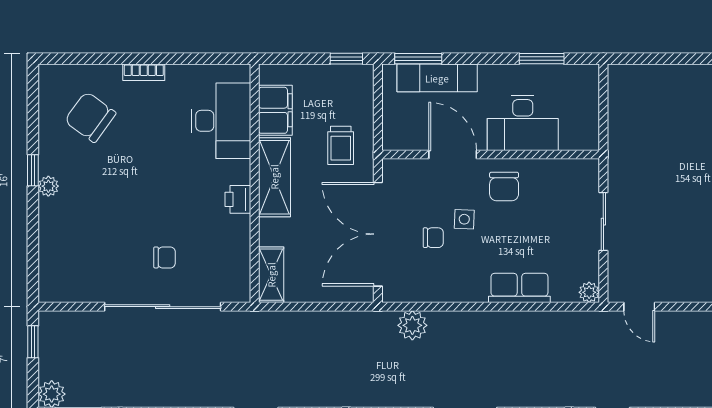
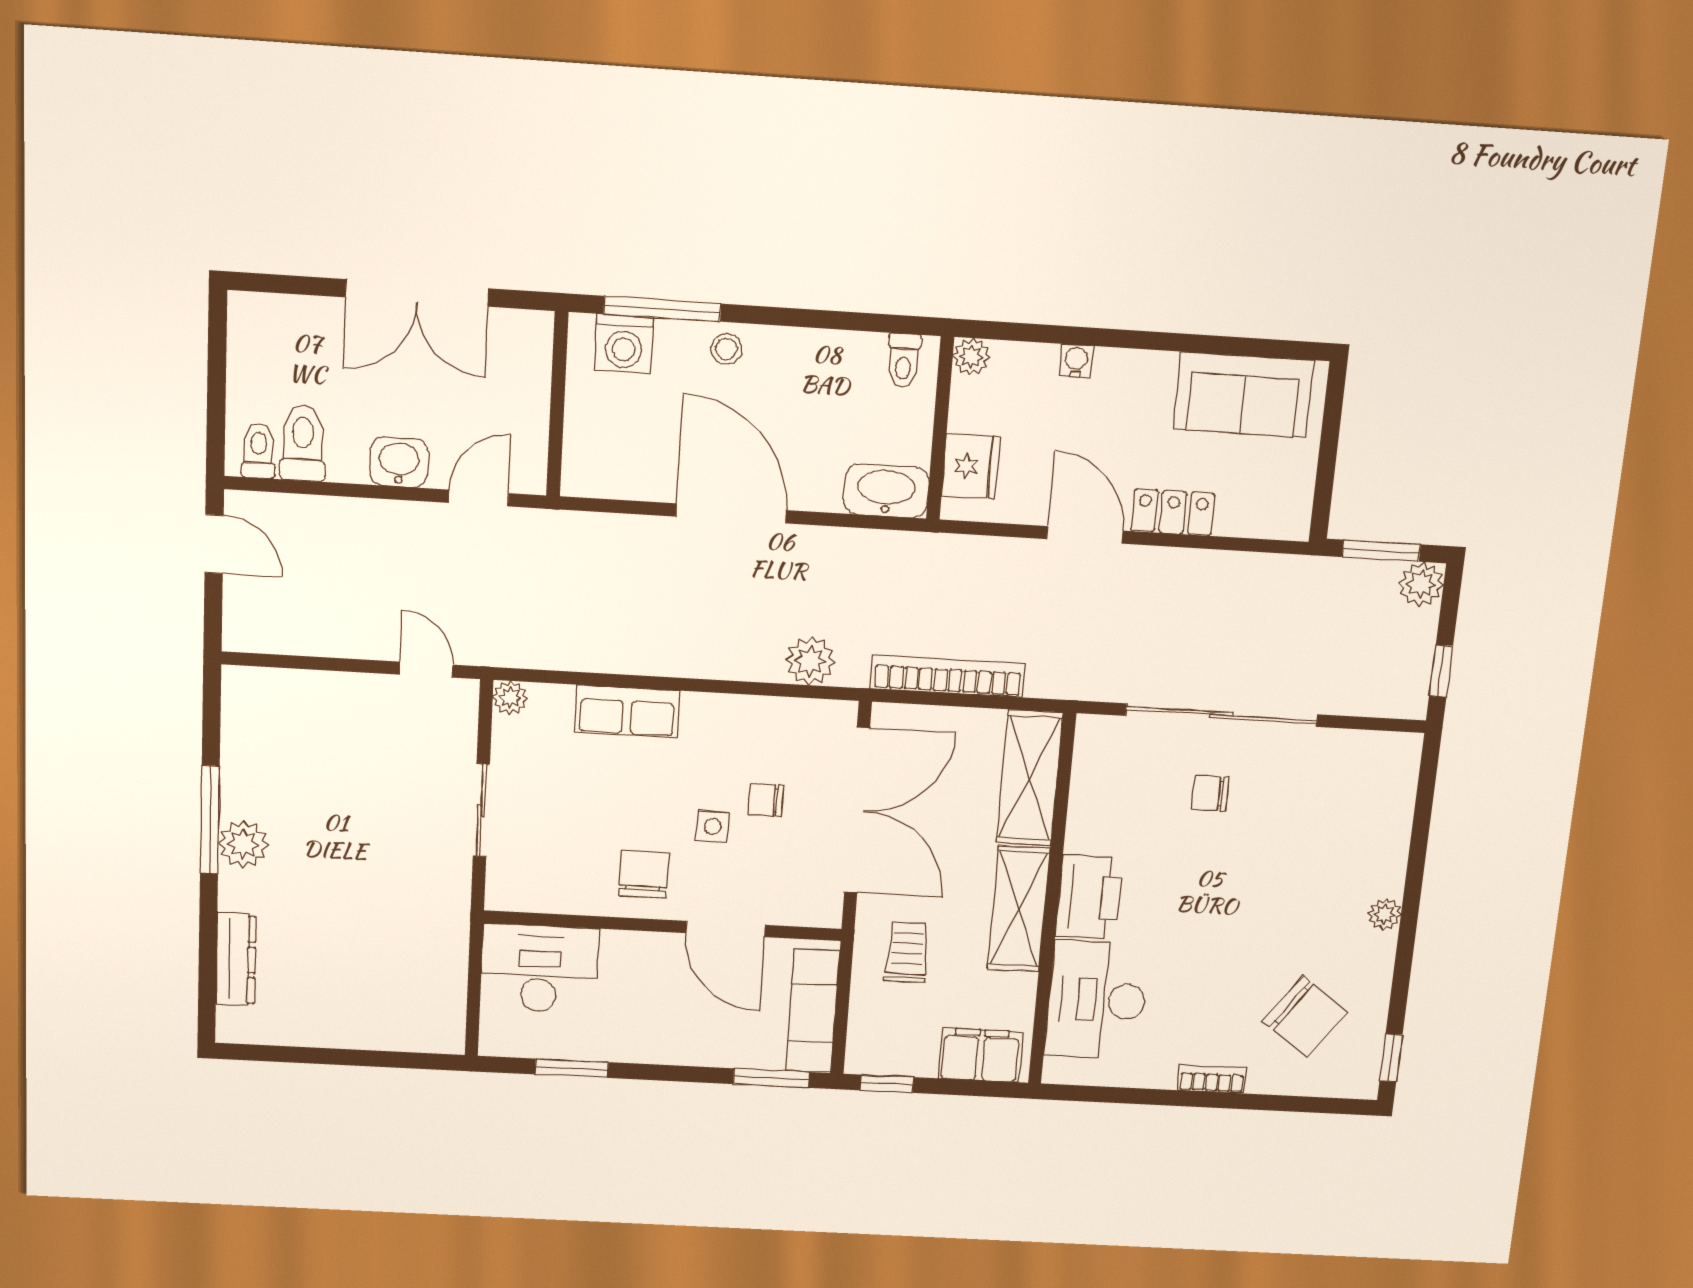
exam couch: (437, 78) -> (813, 1011), moved, turned -90
filing cabinet: (275, 110) -> (980, 1055), moved, turned 90
desk: (523, 123) -> (540, 968), moved
window: (33, 170) -> (1391, 1058), moved
printer: (238, 199) -> (1089, 897), width x1.87, depth x1.48
shelving: (271, 275) -> (1030, 778), width x1.50, depth x1.33
bookcase: (330, 321) -> (948, 676), added

